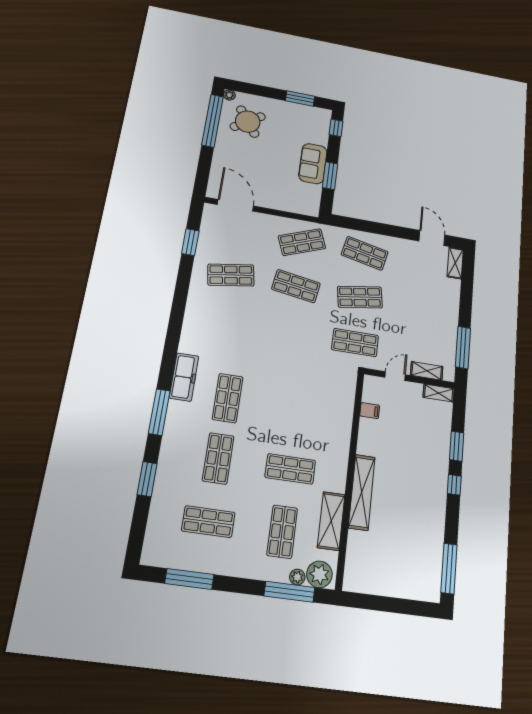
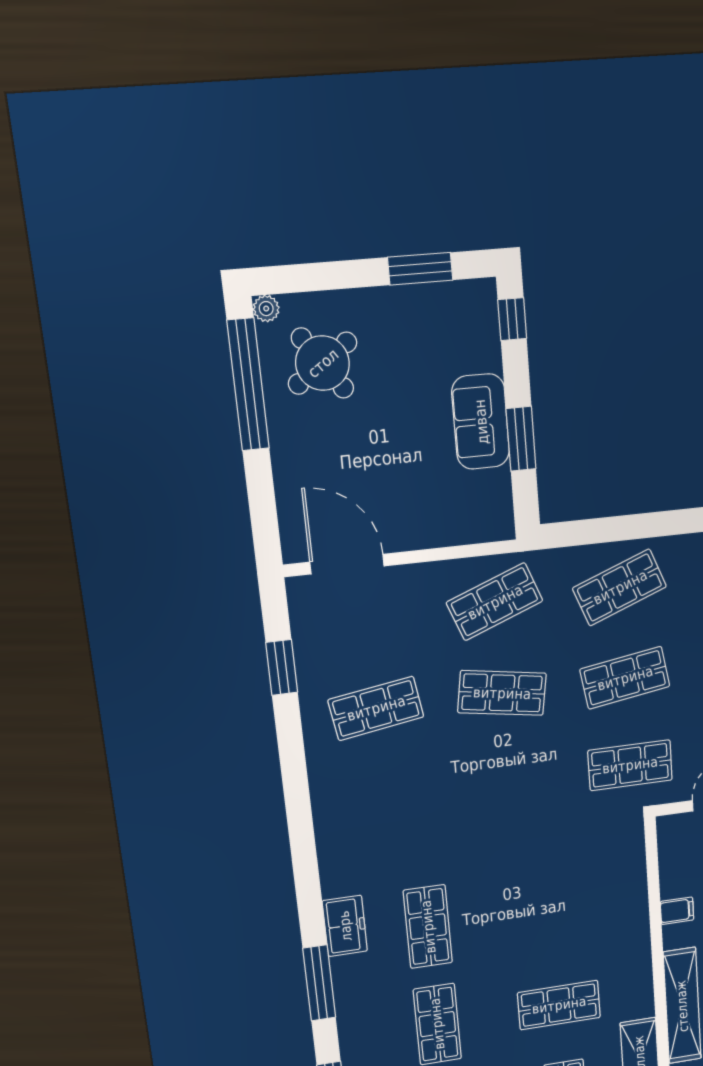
shop shelf: (365, 253) -> (620, 587), turned -33
freezer: (184, 377) -> (345, 926), width x0.71
filing cabinet: (370, 411) -> (677, 911), moved

